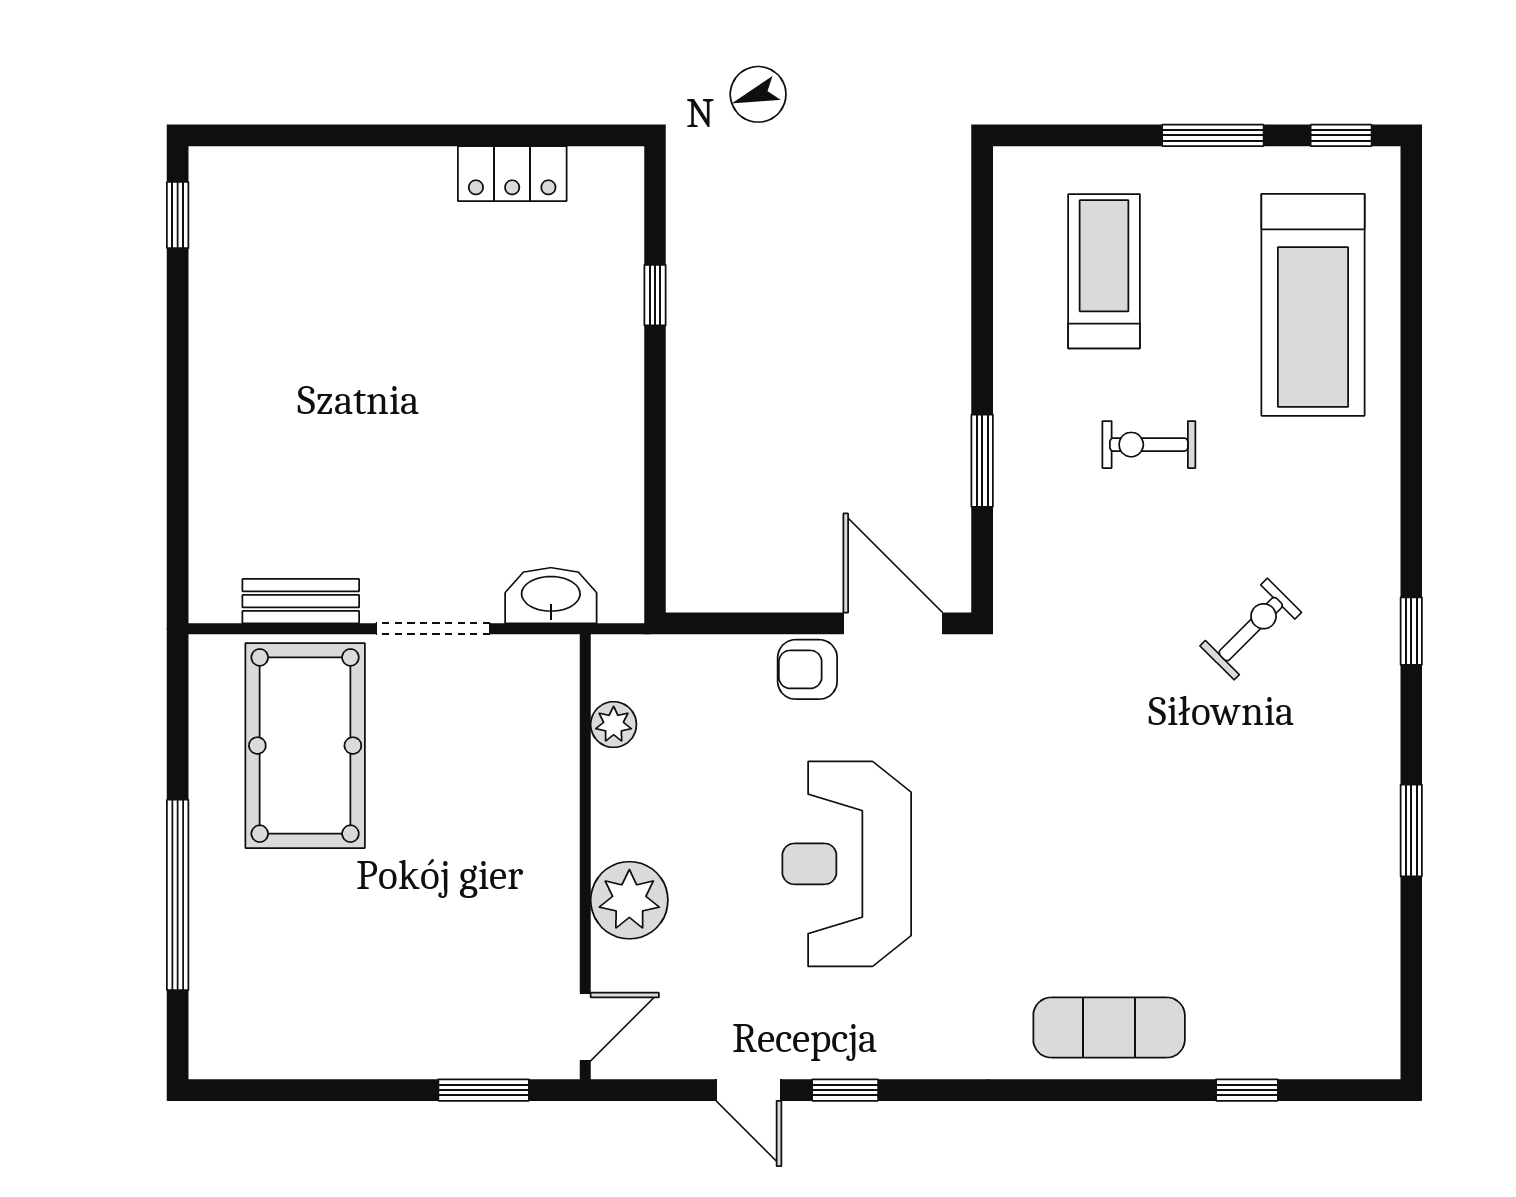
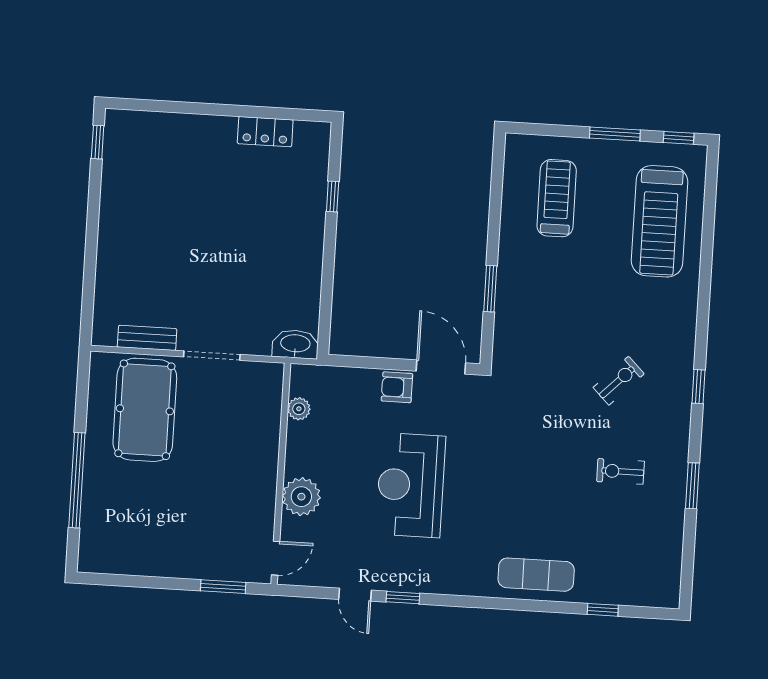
exercise bike: (1149, 445) -> (620, 471), moved
washbasin: (551, 596) -> (295, 344), moved

